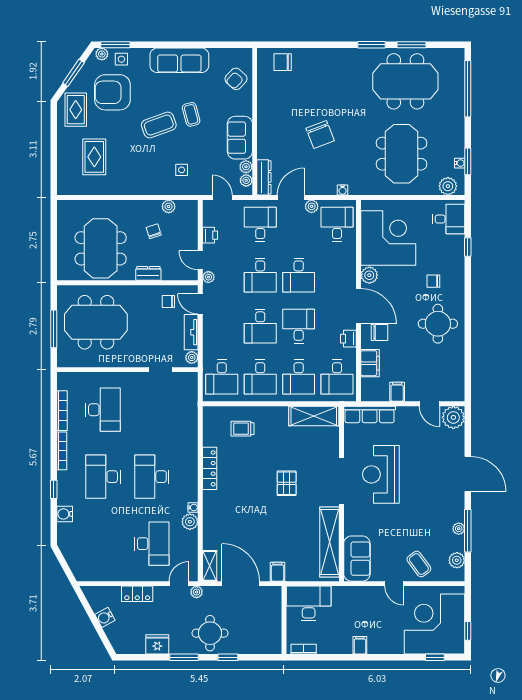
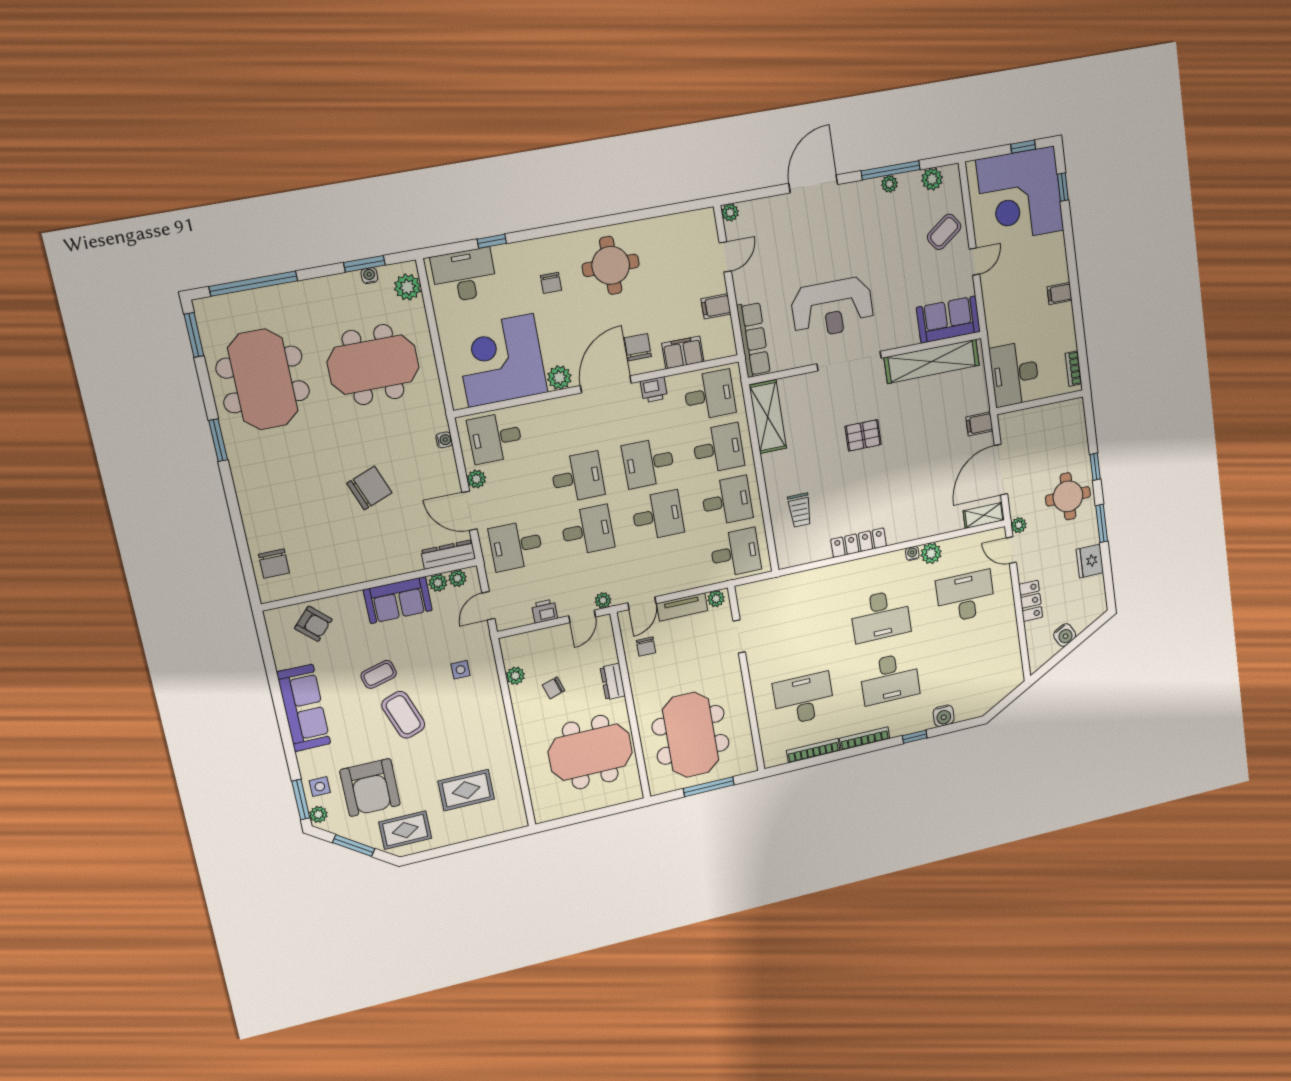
window: (411, 45) -> (194, 335), moved
desk: (449, 219) -> (464, 275), width x1.37
plant: (453, 417) -> (730, 212), width x0.53, depth x0.53

